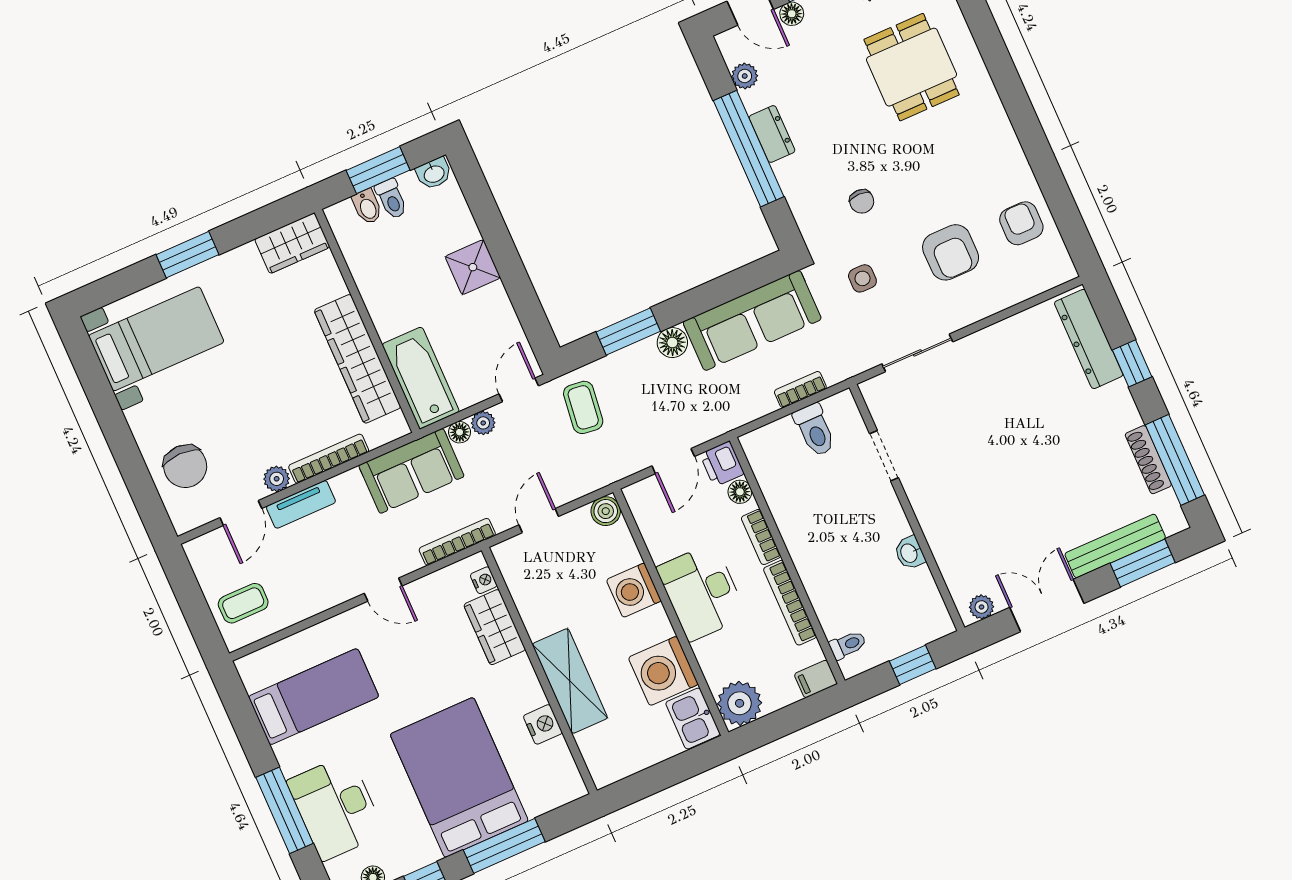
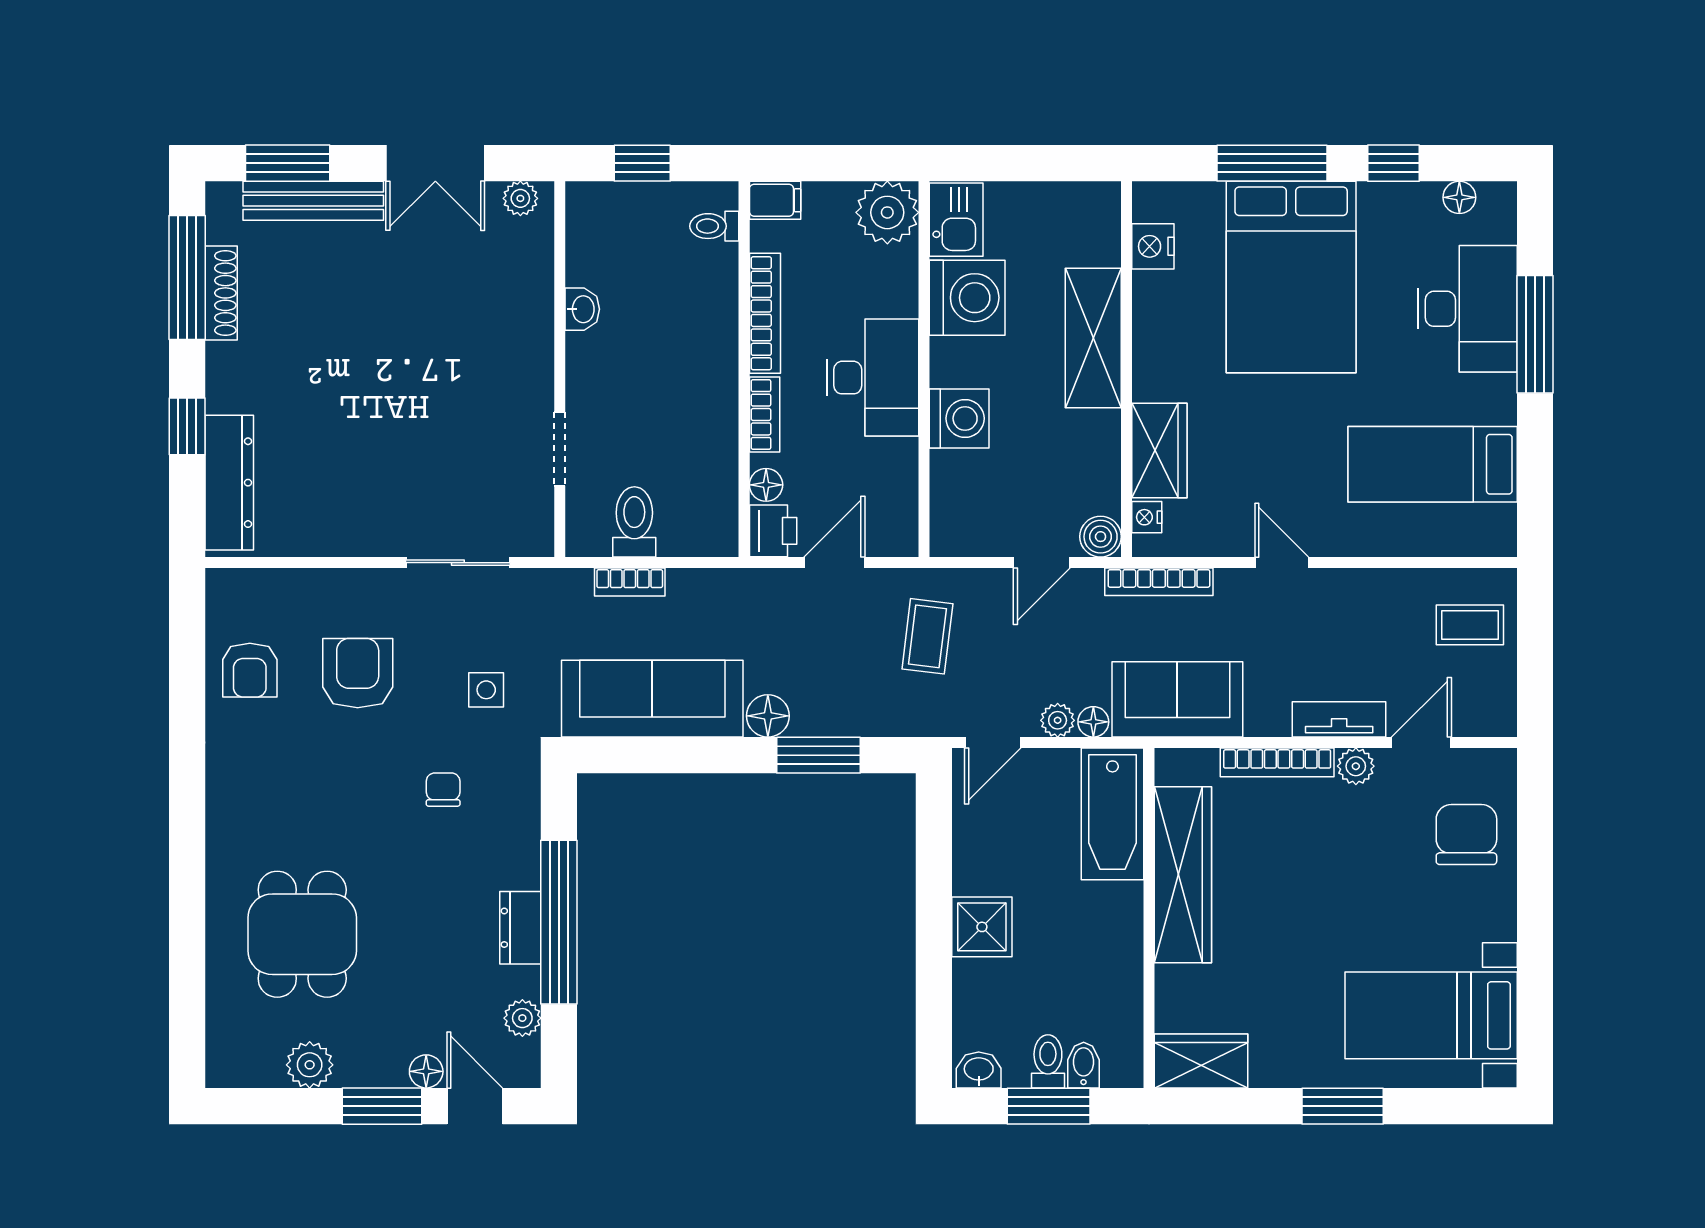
coffee table: (583, 407) -> (927, 636), moved
boiler: (606, 511) -> (1101, 537), moved
nightstand: (543, 724) -> (1153, 246), moved

